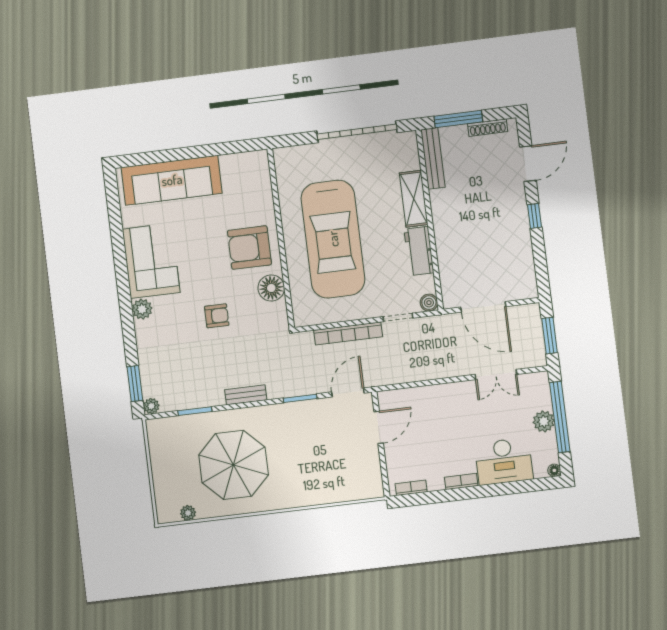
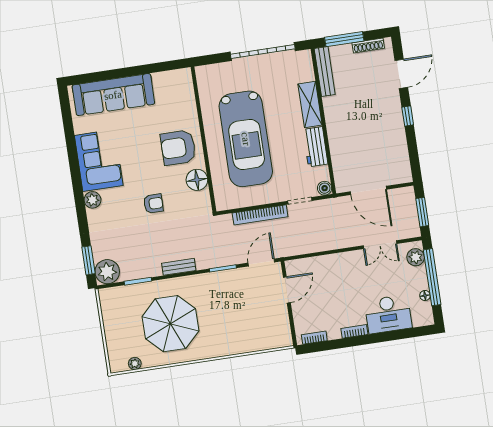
plant: (151, 406) -> (107, 272), width x1.88, depth x1.88
plant: (544, 421) -> (416, 257), moved
floor lamp: (554, 470) -> (425, 296), moved

